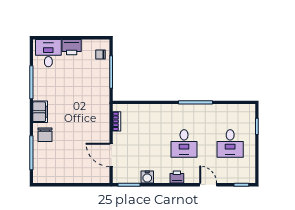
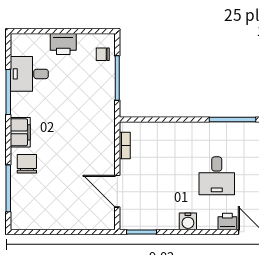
desk: (48, 53) -> (29, 74), moved, turned -90
chair: (45, 135) -> (27, 164), turned 180
water cooler: (147, 177) -> (188, 221), moved
printer: (177, 177) -> (227, 222), moved

